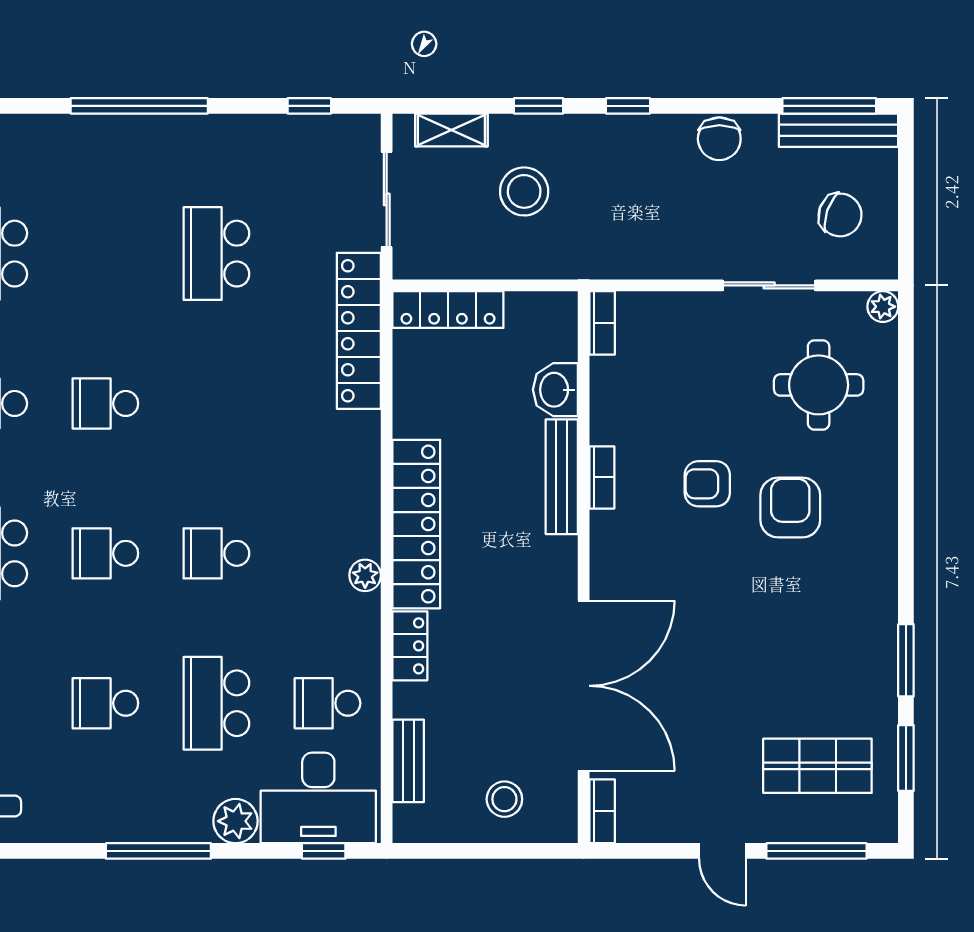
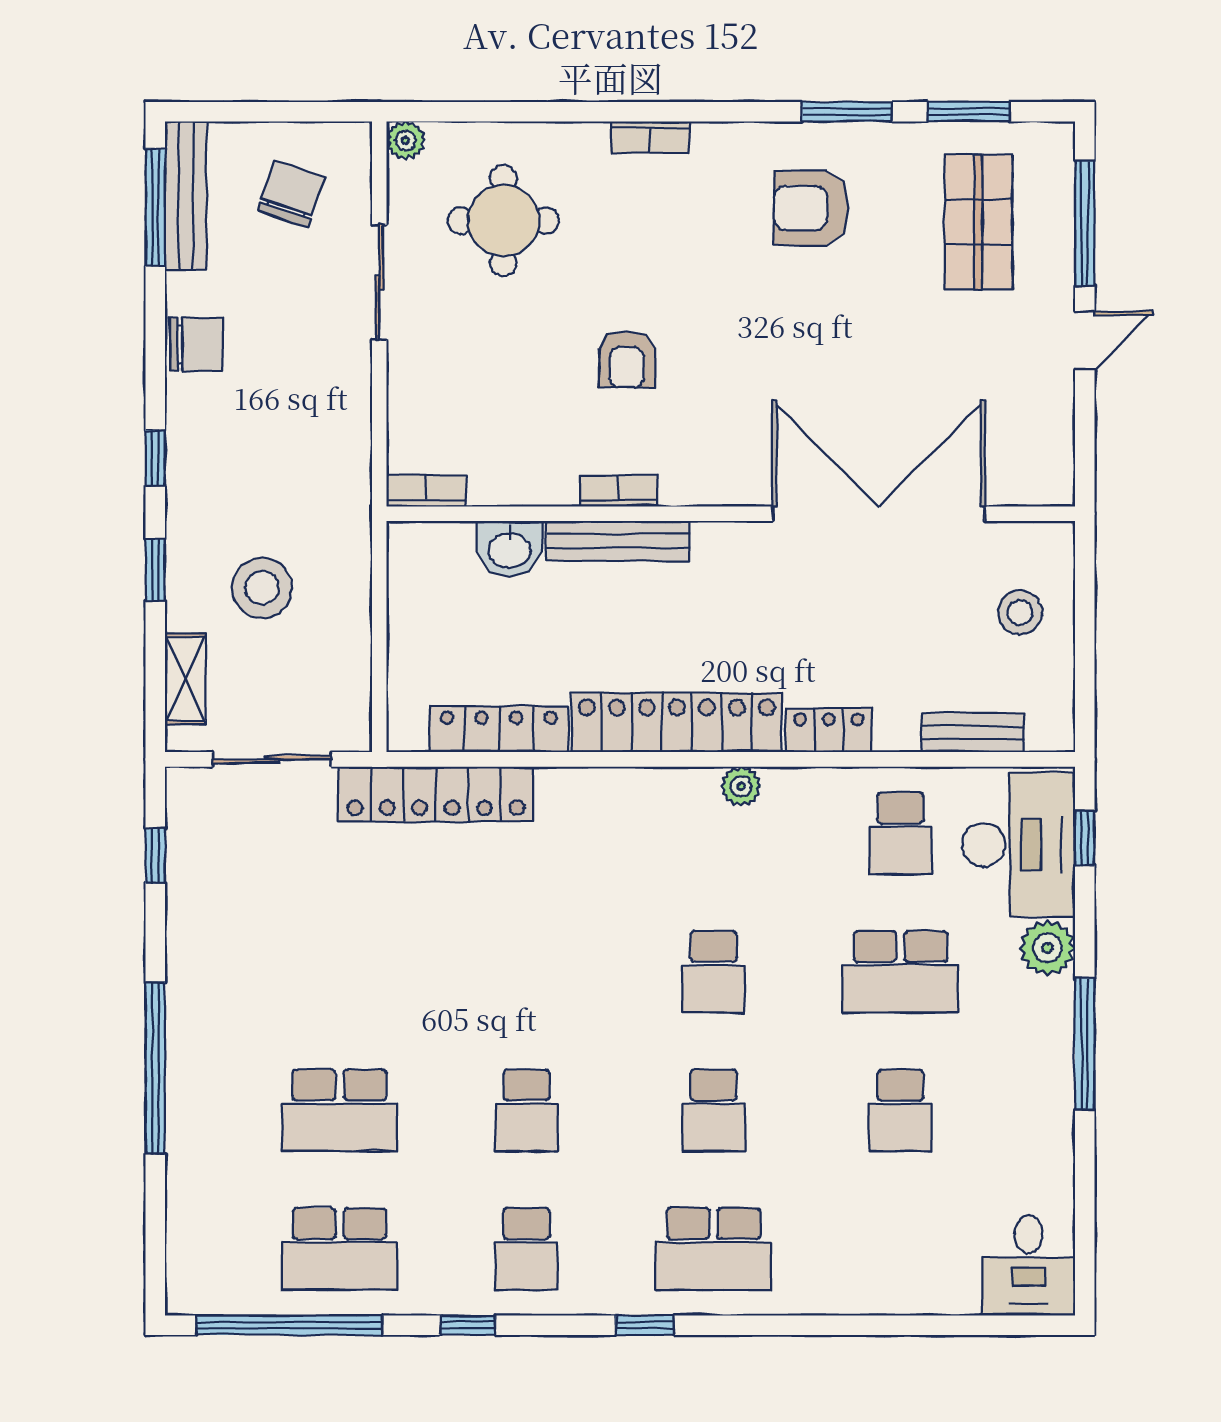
school desk: (216, 254) -> (340, 1110), moved
locker: (448, 310) -> (499, 729), moved, turned -90
armchair: (790, 508) -> (811, 208), moved
bookcase: (602, 811) -> (650, 137), moved, turned 180

